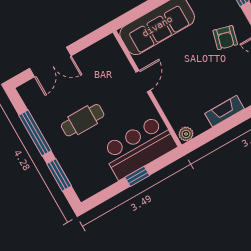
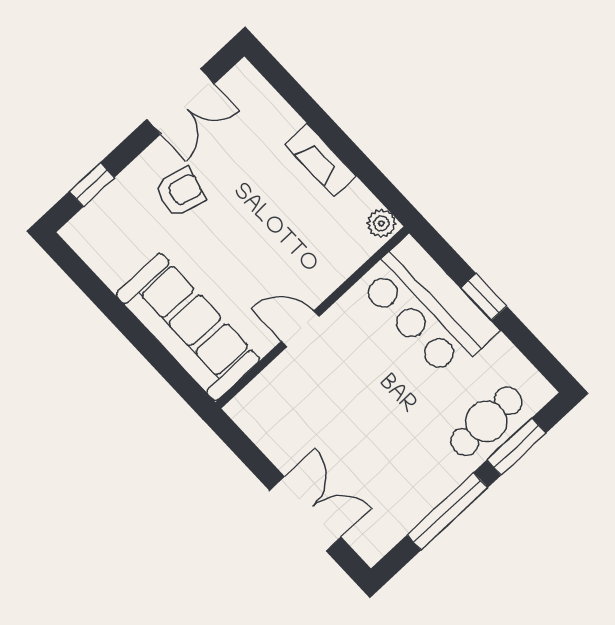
cafe table: (83, 120) -> (486, 421), moved, turned 90

